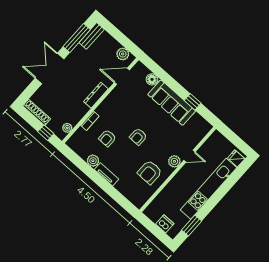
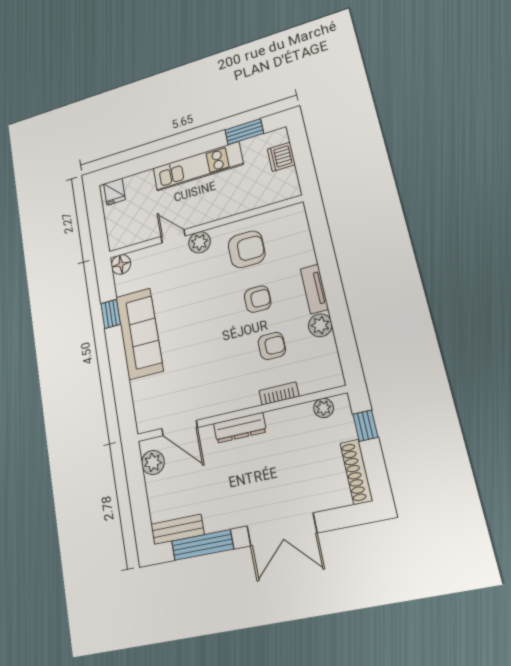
floor lamp: (152, 79) -> (121, 264), moved
armchair: (138, 137) -> (258, 299), moved
kitchen unit: (209, 189) -> (198, 166), width x0.73

